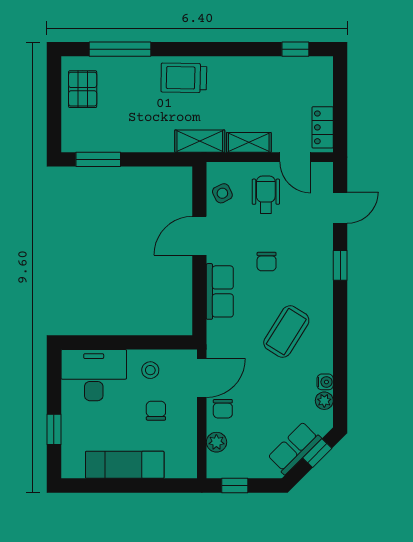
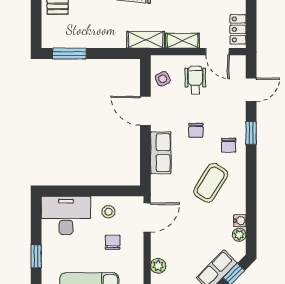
door: (199, 236) -> (145, 111), hinge flipped
chair: (223, 409) -> (229, 145), moved

